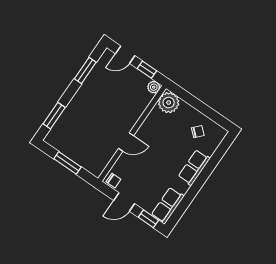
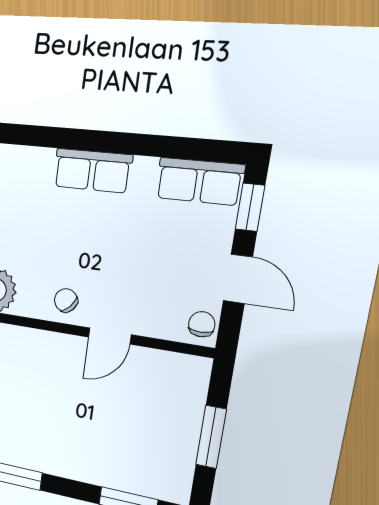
chair: (198, 132) -> (66, 300), moved
door: (126, 142) -> (110, 336), swing flipped

